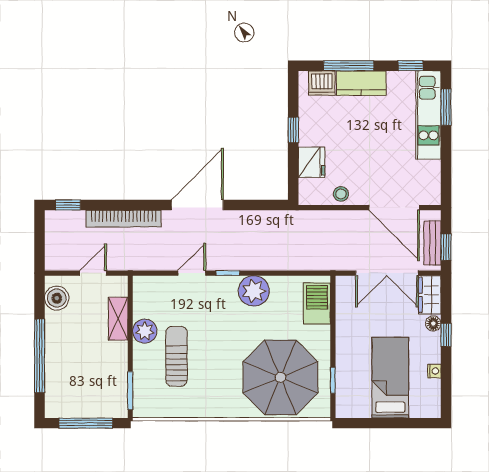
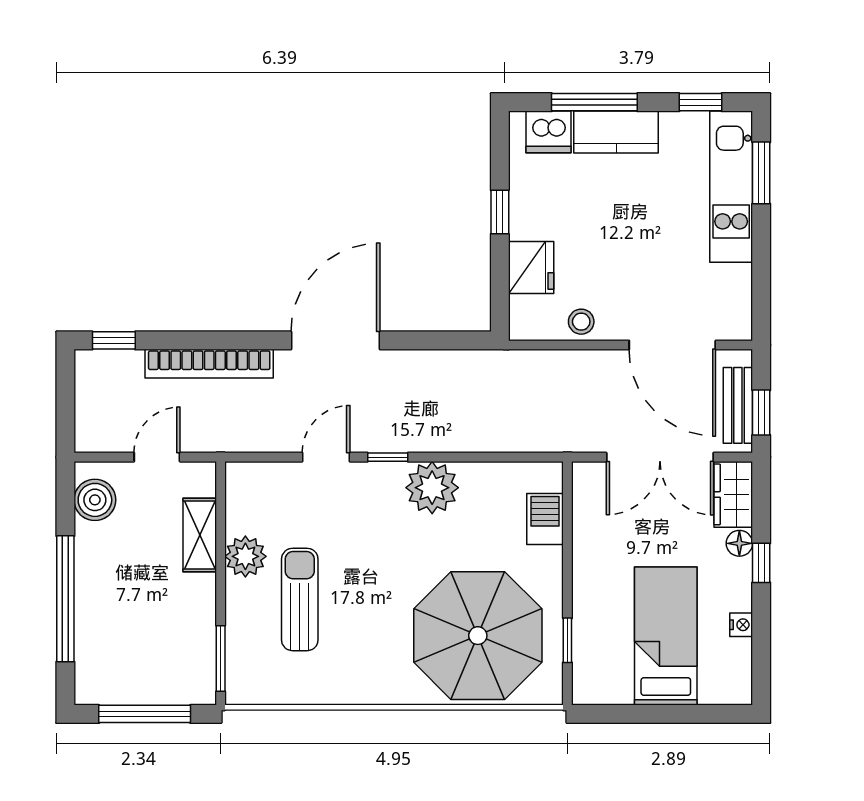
barbecue: (317, 304) -> (545, 519), width x0.73, depth x0.79

